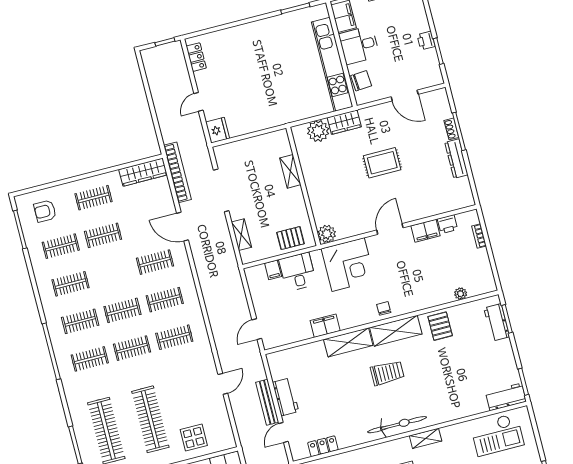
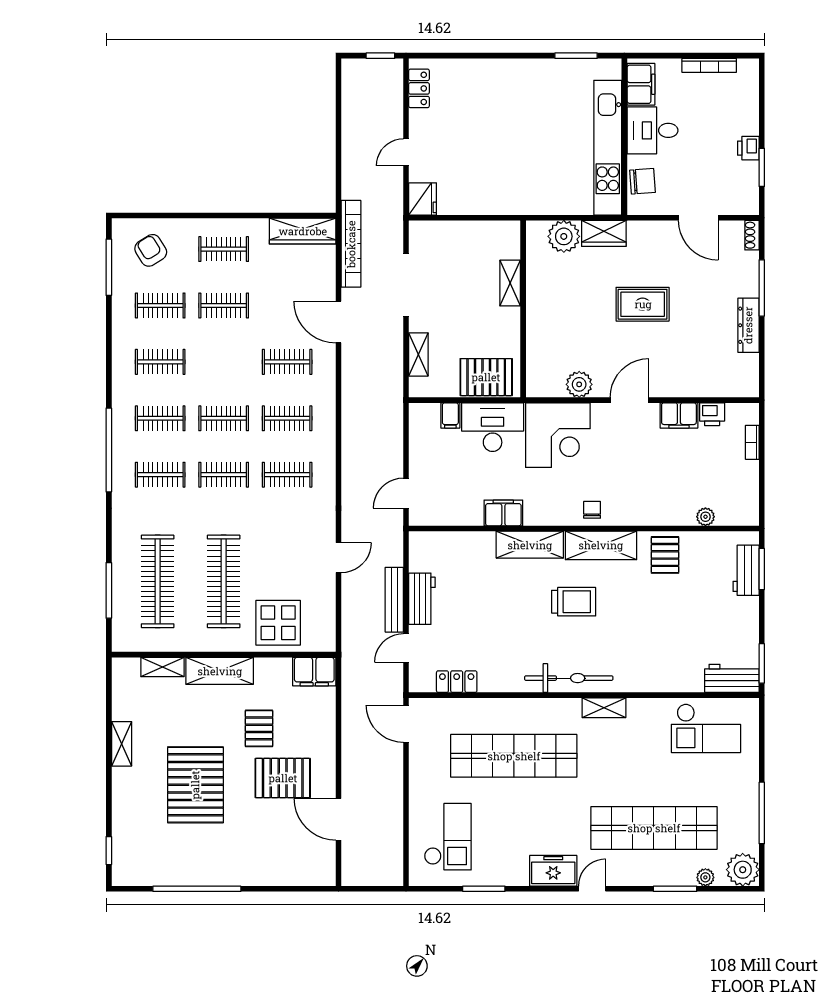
shoe rack: (451, 129) -> (752, 235), moved
armchair: (45, 211) -> (151, 250), turned 58
plant: (327, 234) -> (579, 384), moved
pallet: (290, 238) -> (486, 377), width x1.50, depth x1.42
desk: (298, 272) -> (493, 427), width x1.37
display table: (194, 438) -> (278, 623), width x1.36, depth x1.36

